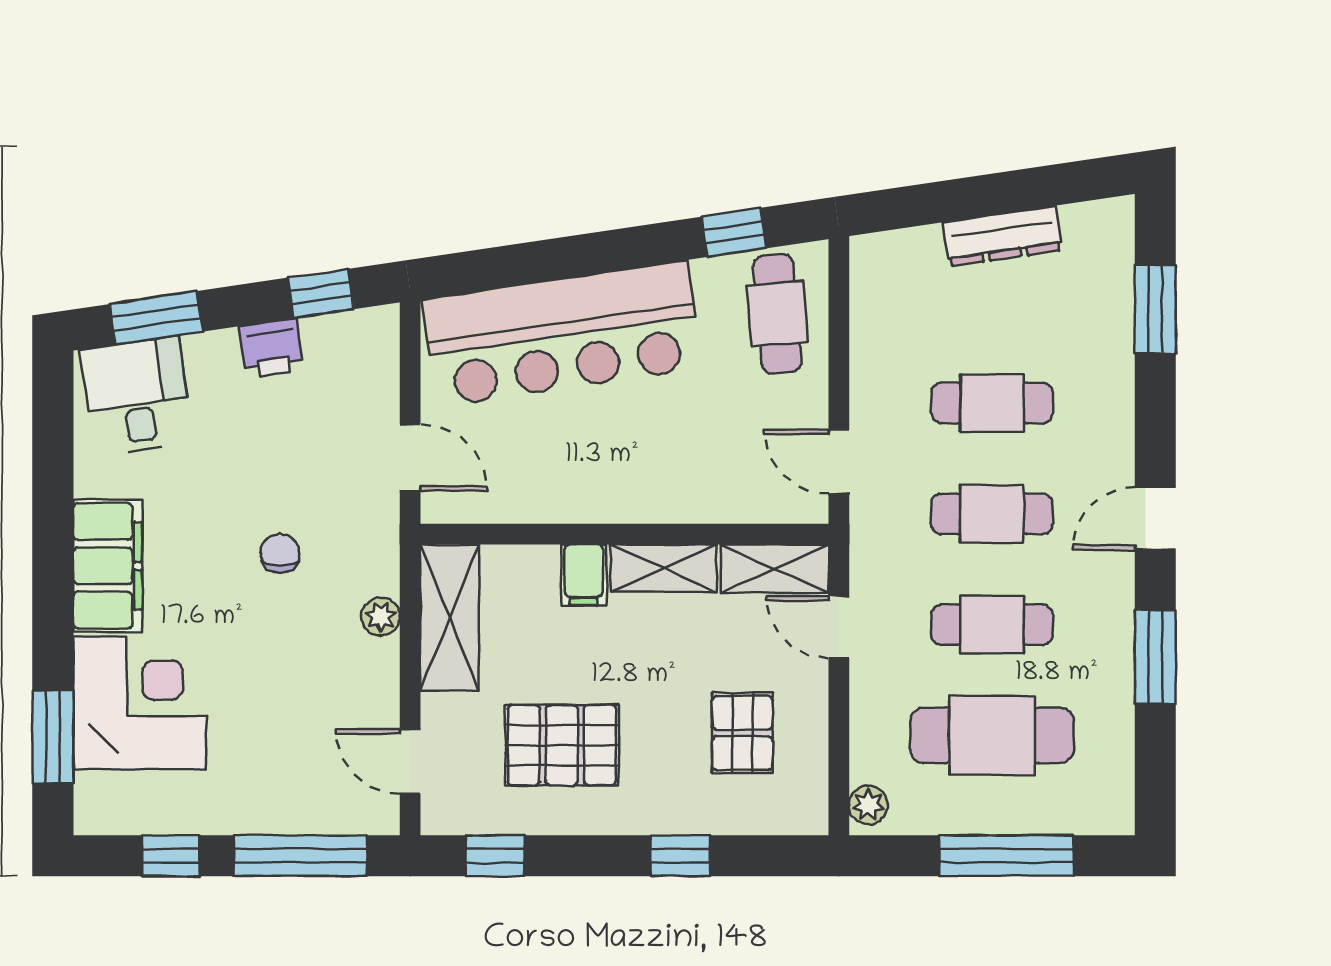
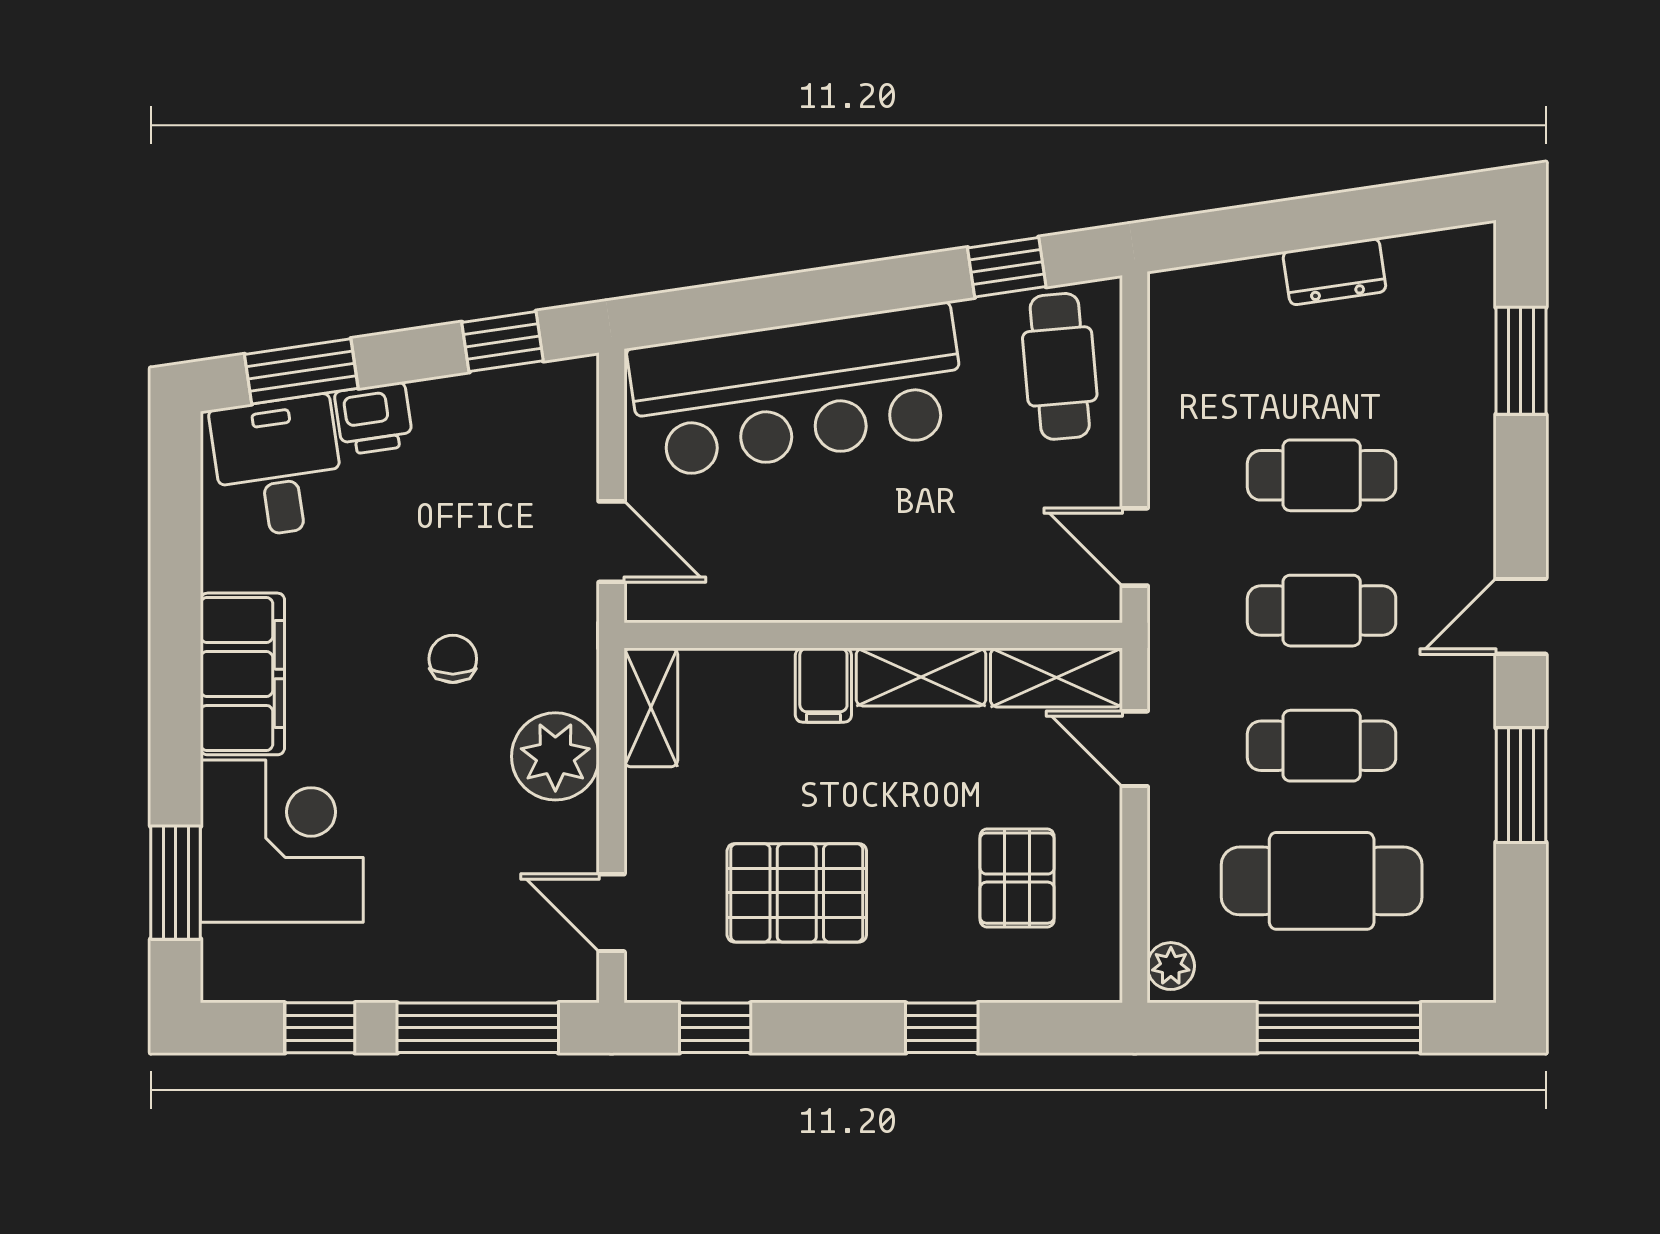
dresser: (1002, 236) -> (1334, 272), width x0.70
printer: (271, 348) -> (374, 419), moved
plant: (381, 617) -> (555, 756), width x1.88, depth x1.88
shelving: (450, 618) -> (651, 707), width x0.67, depth x0.75

